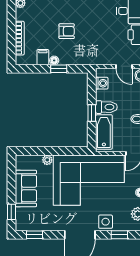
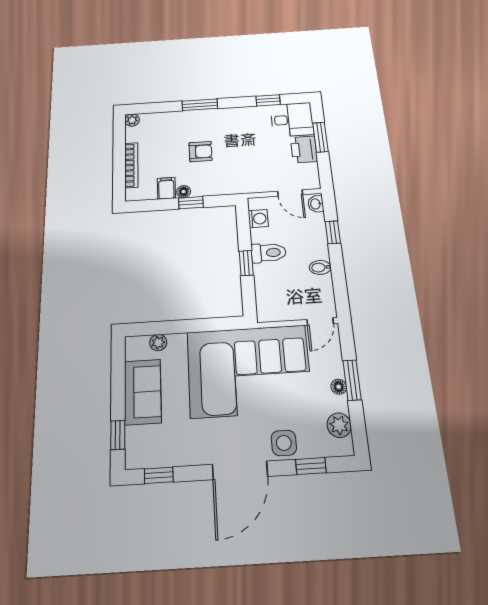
bathtub: (104, 132) -> (268, 291), removed
plant: (47, 160) -> (158, 343), moved

